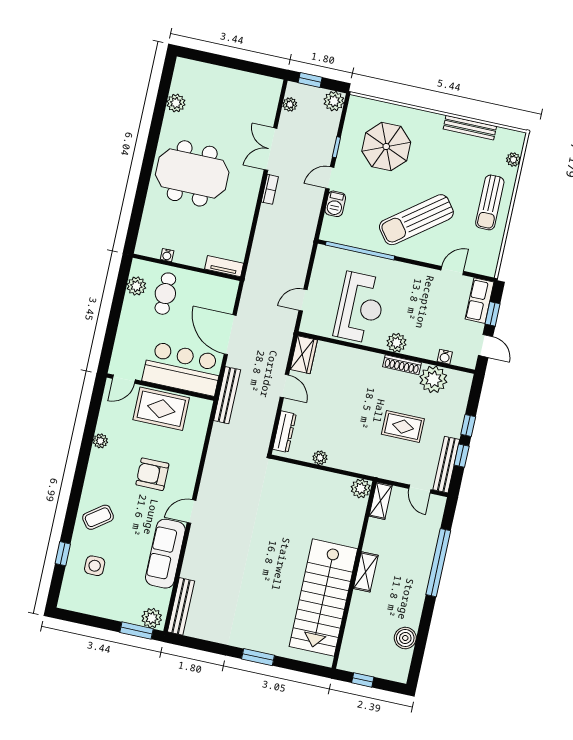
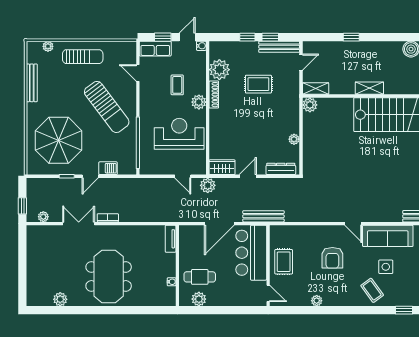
plant: (334, 101) -> (208, 185), moved
parasol: (386, 147) -> (59, 140), width x1.36, depth x1.36
double door: (271, 149) -> (79, 224), swing flipped
door: (330, 178) -> (90, 176), hinge flipped
coffee table: (425, 319) -> (177, 85), added
water cooler: (445, 357) -> (201, 46), moved
rug: (161, 409) -> (284, 262), width x0.73, depth x0.70
rug: (403, 427) -> (258, 84), turned 90
window: (438, 563) -> (351, 37), width x0.32
side table: (95, 566) -> (386, 267), moved

